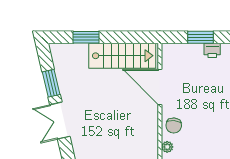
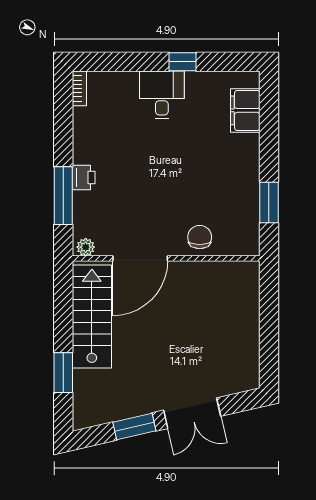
window: (201, 37) -> (63, 196), width x1.44
chair: (174, 125) -> (200, 237), turned -95
plant: (167, 147) -> (86, 247), moved

